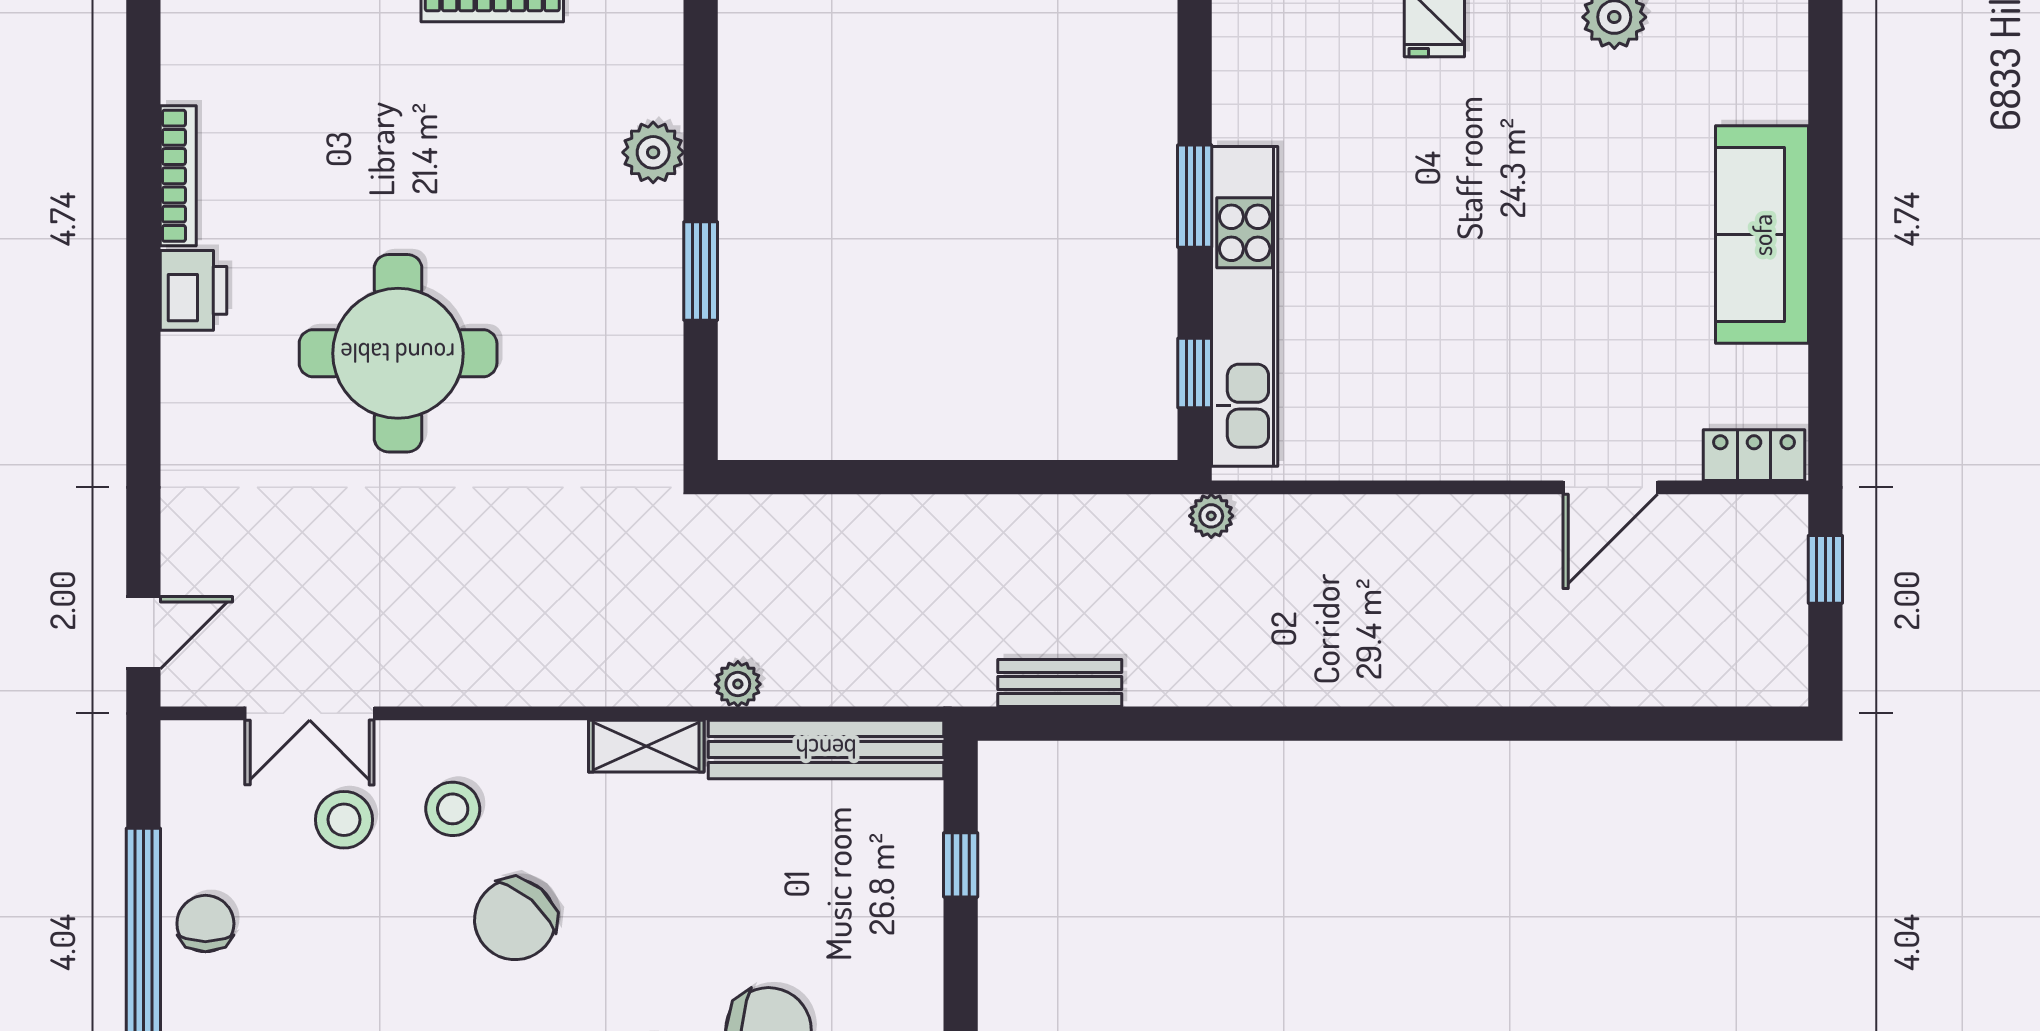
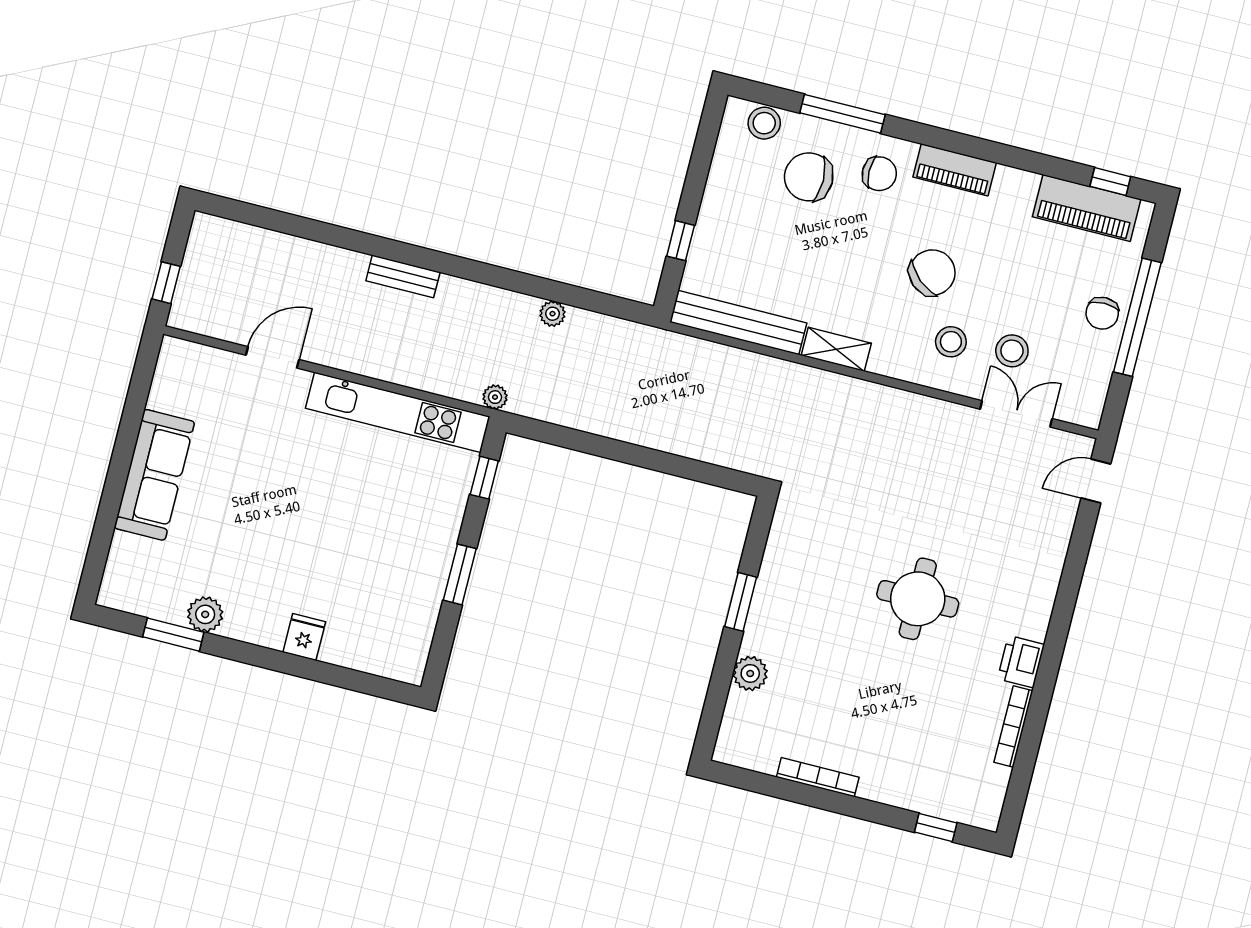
kitchen unit: (1245, 306) -> (398, 412), moved, turned -90
round table: (398, 353) -> (918, 599), width x0.73, depth x0.73
locker: (1754, 455) -> (189, 355), removed
bench: (1060, 683) -> (403, 276), moved
plant: (738, 684) -> (553, 314), moved

